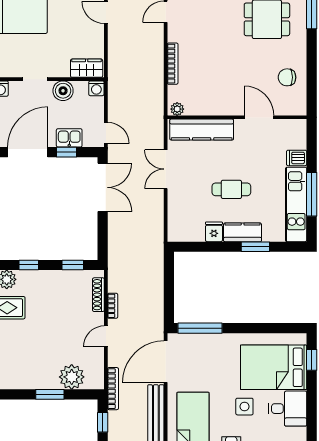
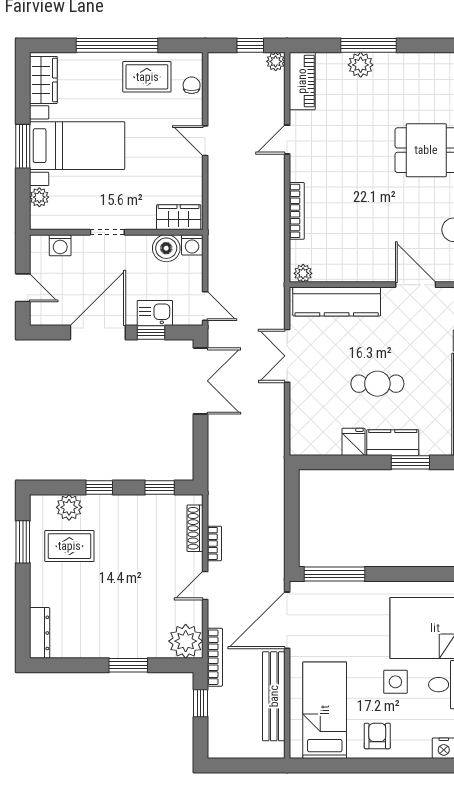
boiler: (63, 91) -> (166, 248), moved
plant: (72, 377) -> (186, 641), moved

